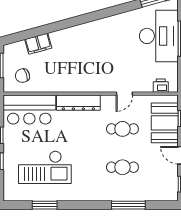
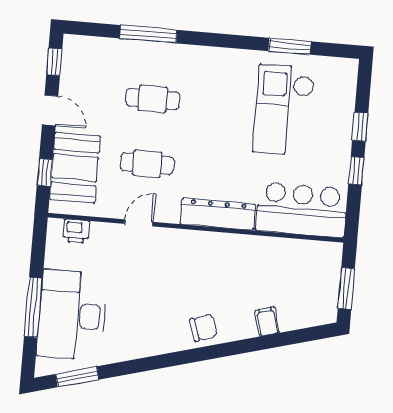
filing cabinet: (38, 44) -> (267, 322), width x0.50
chair: (22, 76) -> (203, 328), moved
checkout: (45, 167) -> (284, 110), turned -90

